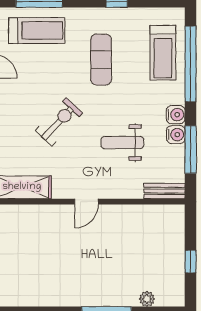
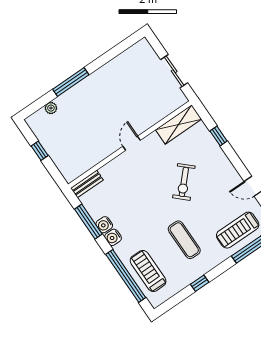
weight bench: (122, 143) -> (135, 196), removed

